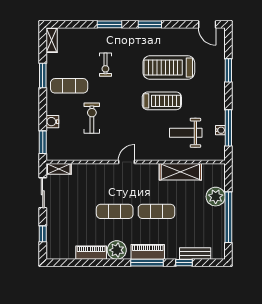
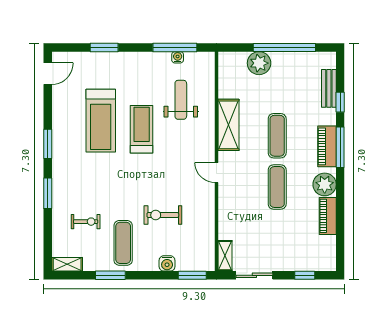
exercise bike: (105, 65) -> (86, 222), moved
weight bench: (186, 133) -> (181, 100), turned 180
shelving: (180, 172) -> (228, 125), moved

